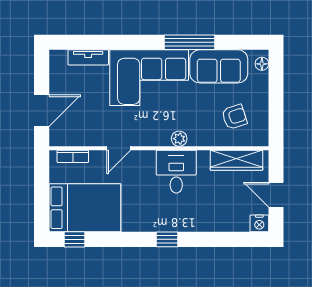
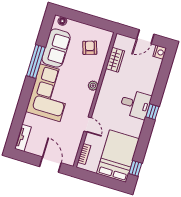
tv unit: (88, 57) -> (23, 138), moved
wardrobe: (237, 160) -> (115, 60), width x0.67
desk: (176, 172) -> (135, 104), moved, turned 180

